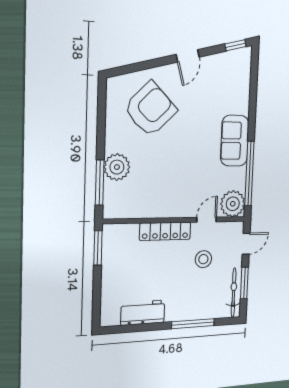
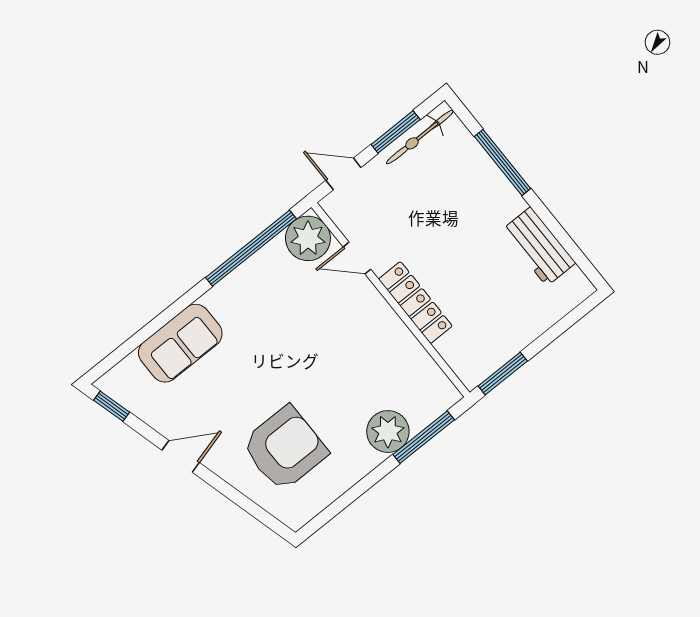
armchair: (150, 109) -> (285, 448), turned 135
sofa: (235, 141) -> (180, 343), moved
stool: (203, 259) -> (410, 219), removed

